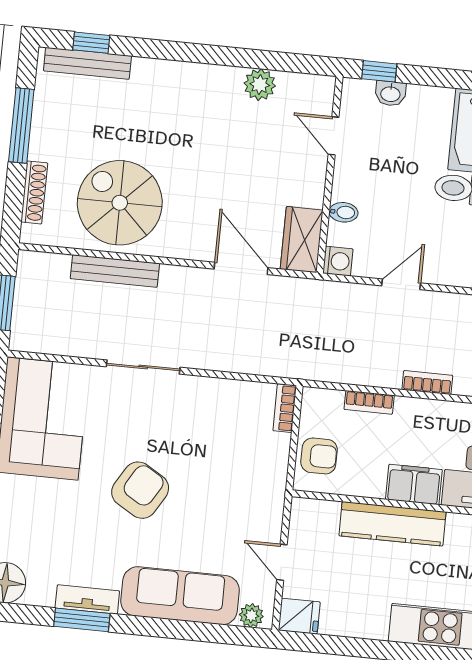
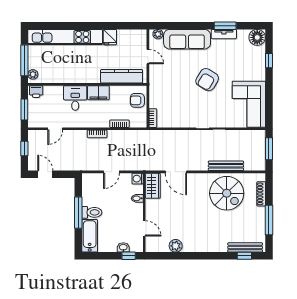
kitchen counter: (392, 524) -> (122, 76), moved
fridge: (299, 616) -> (110, 37), moved, turned -90

